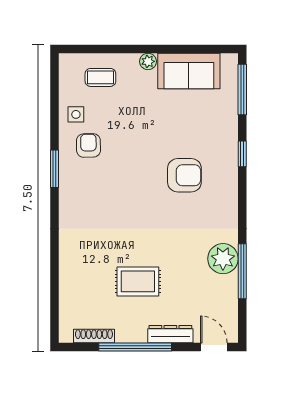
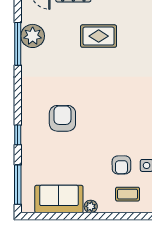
armchair: (88, 145) -> (121, 165), moved
armchair: (184, 175) -> (62, 118), turned 90
plant: (223, 259) -> (33, 36), moved

